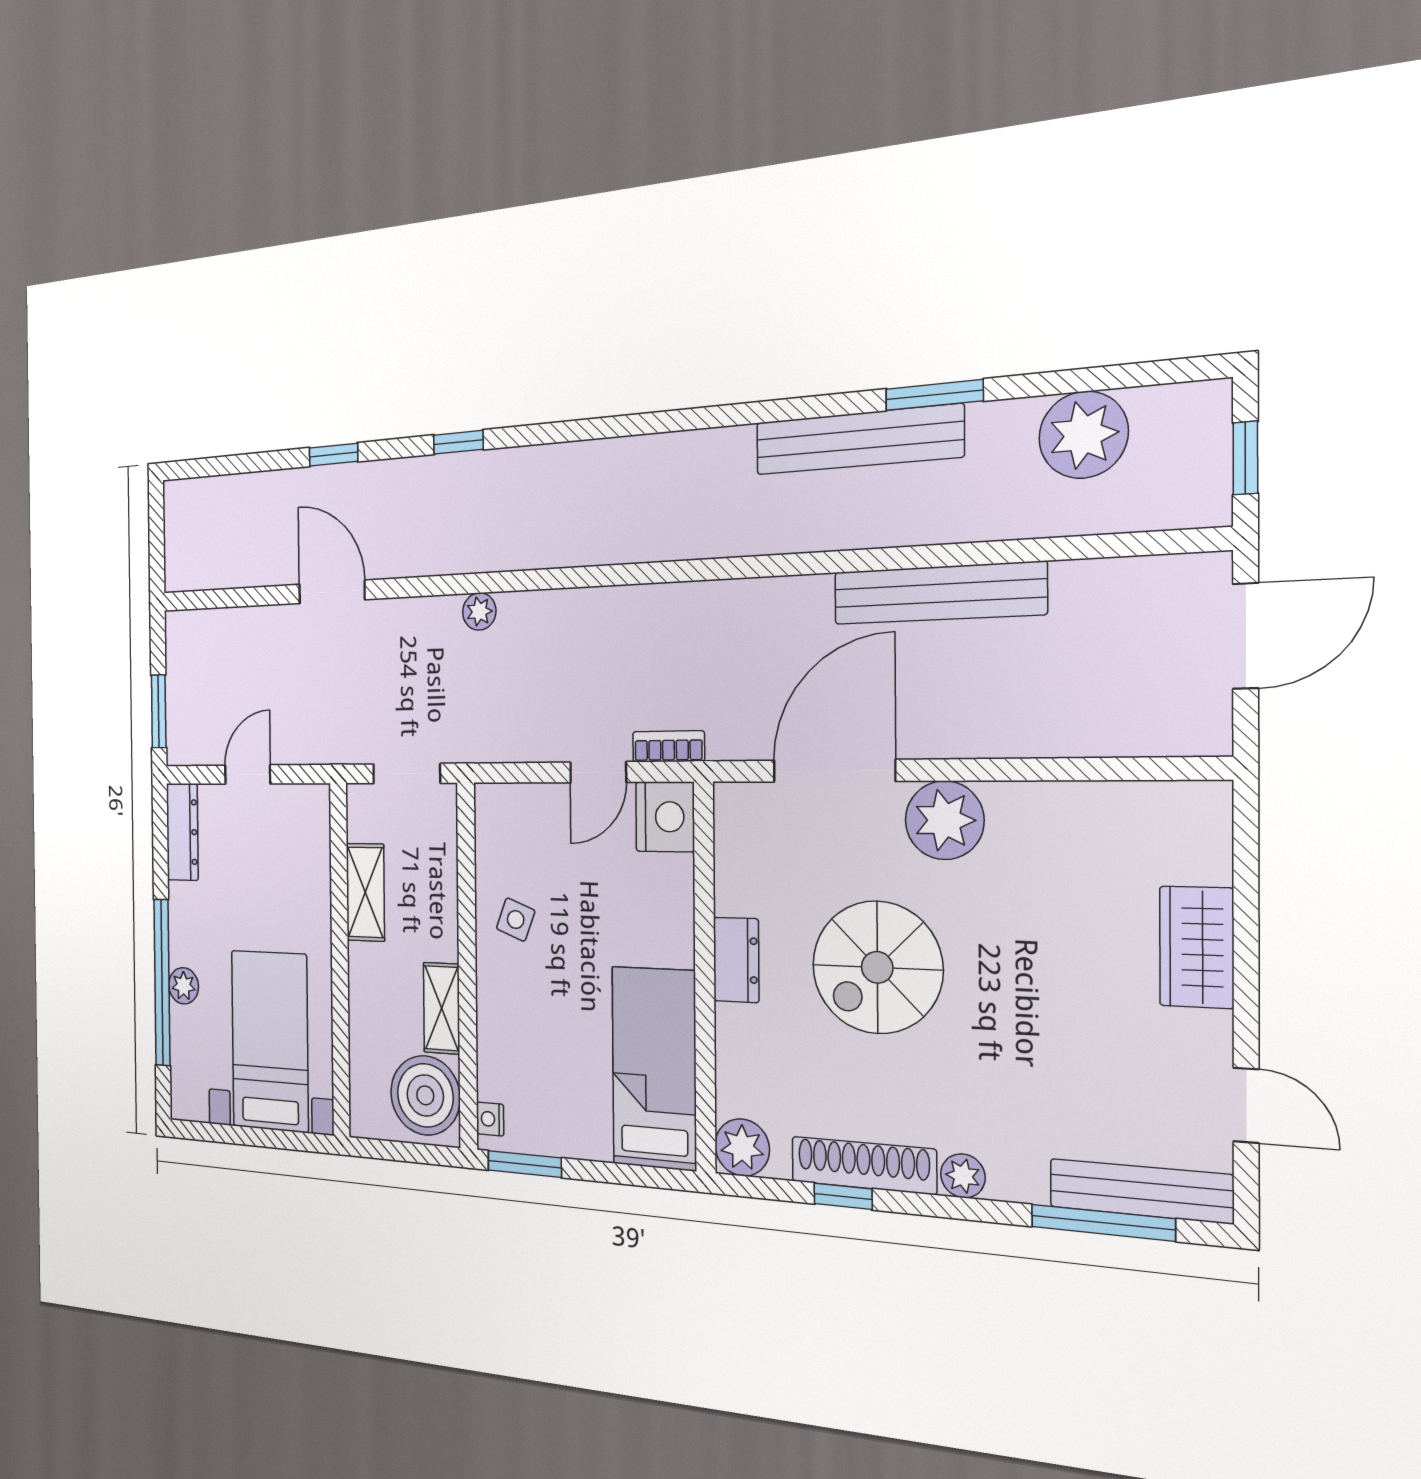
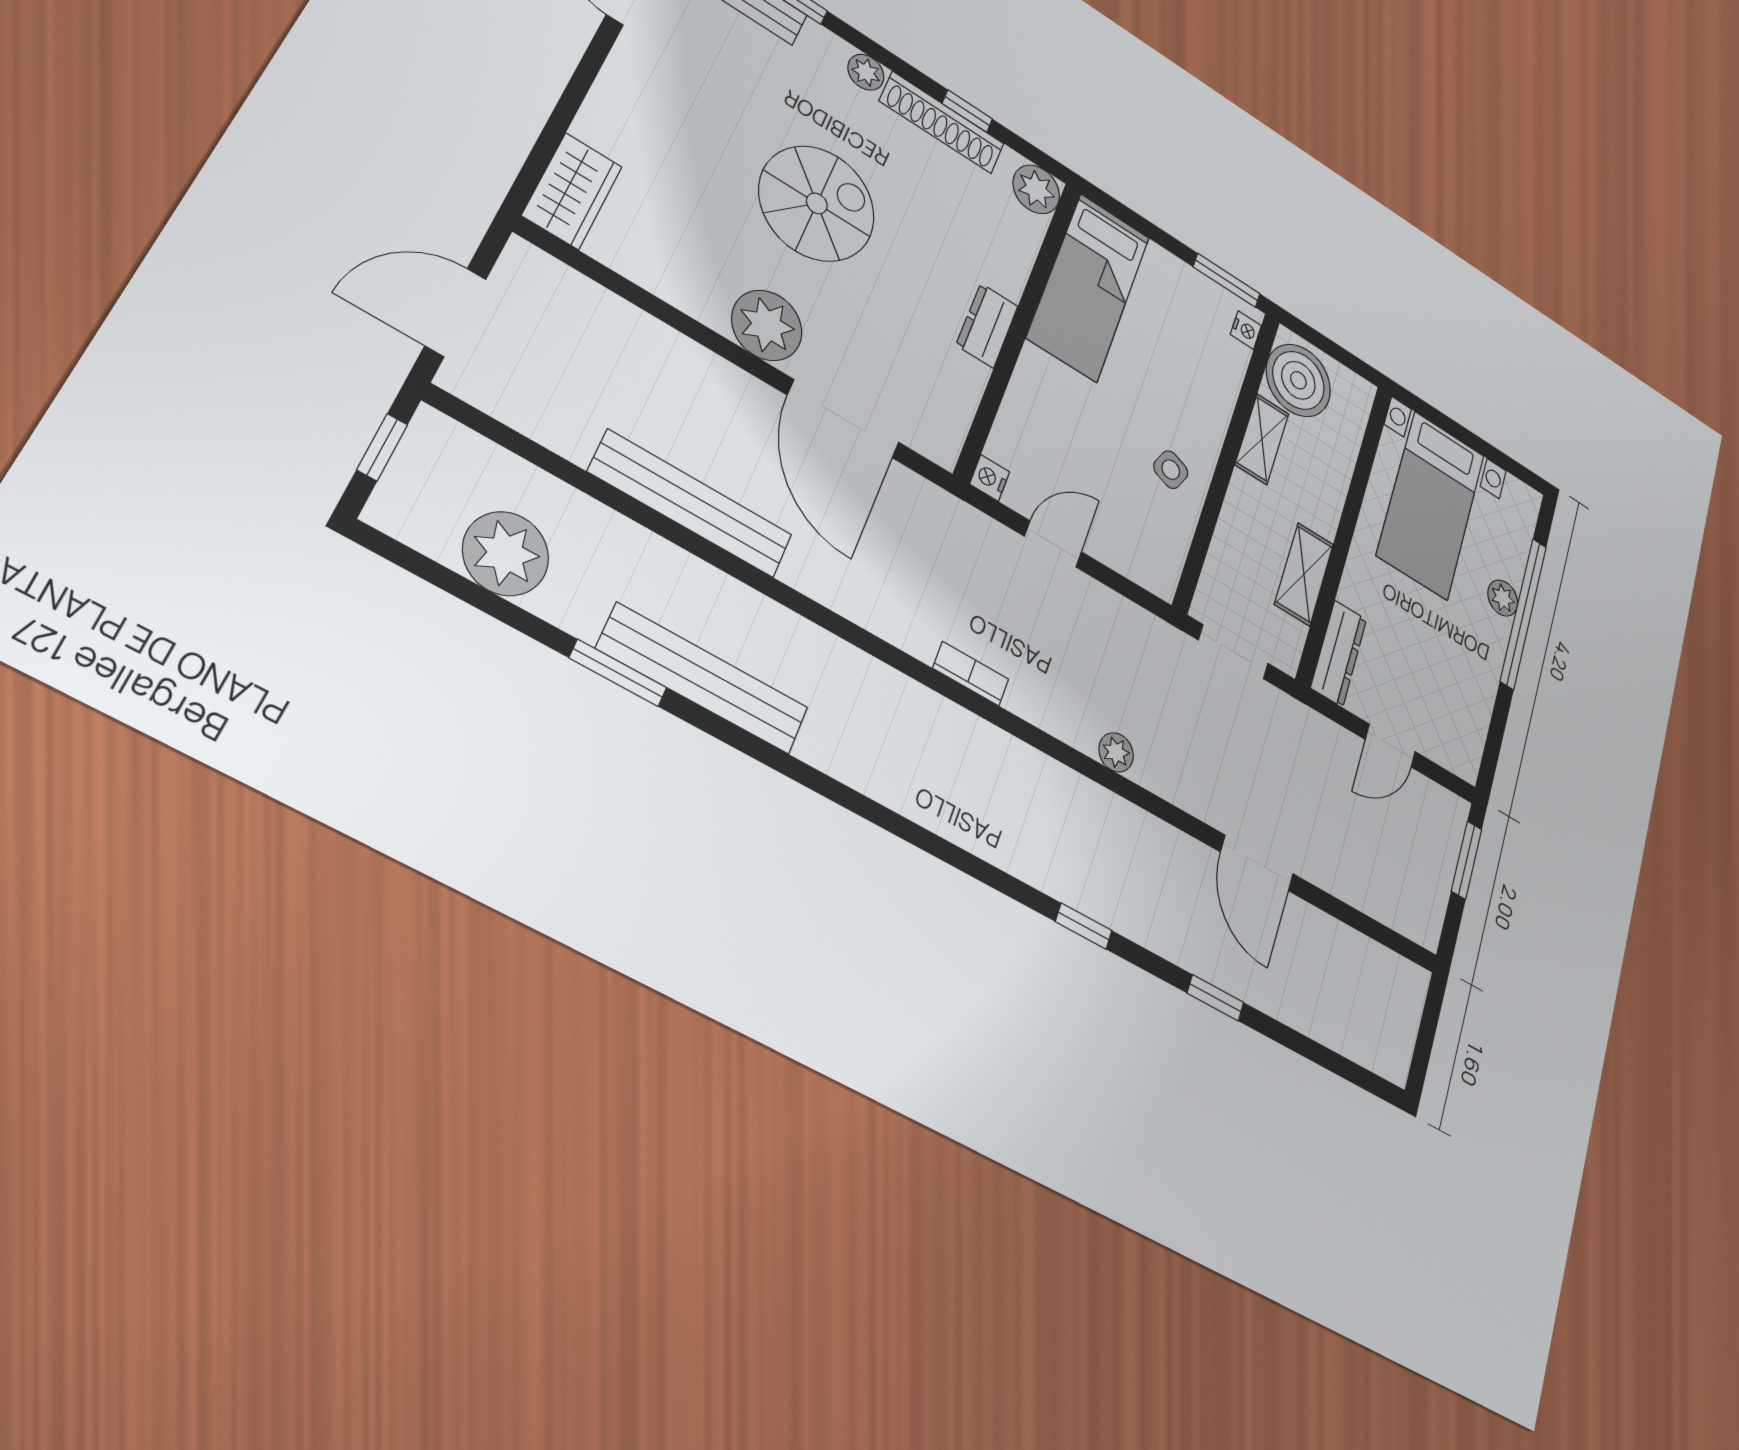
bookcase: (668, 746) -> (971, 674), moved, turned 180
door: (834, 771) -> (843, 419), hinge flipped
nightstand: (665, 817) -> (990, 478), width x0.53, depth x0.56
dresser: (182, 832) -> (1339, 653), moved, turned 180
wardrobe: (1197, 947) -> (572, 191), moved
spiral stairs: (877, 967) -> (817, 203), moved

